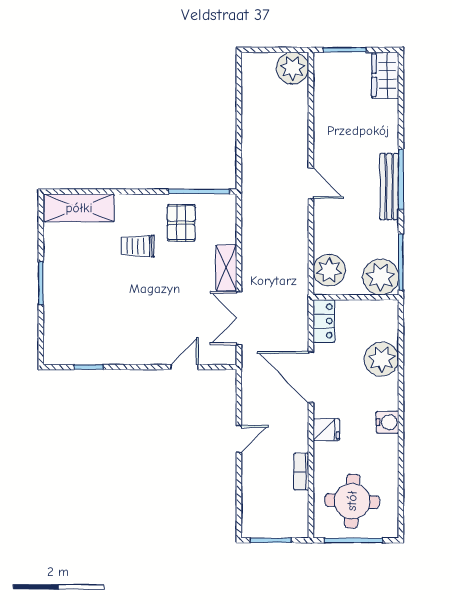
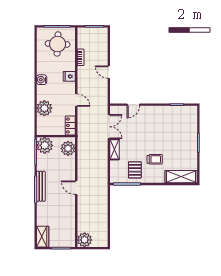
door: (311, 377) -> (76, 100), width x0.53
door: (239, 439) -> (109, 72), hinge flipped

